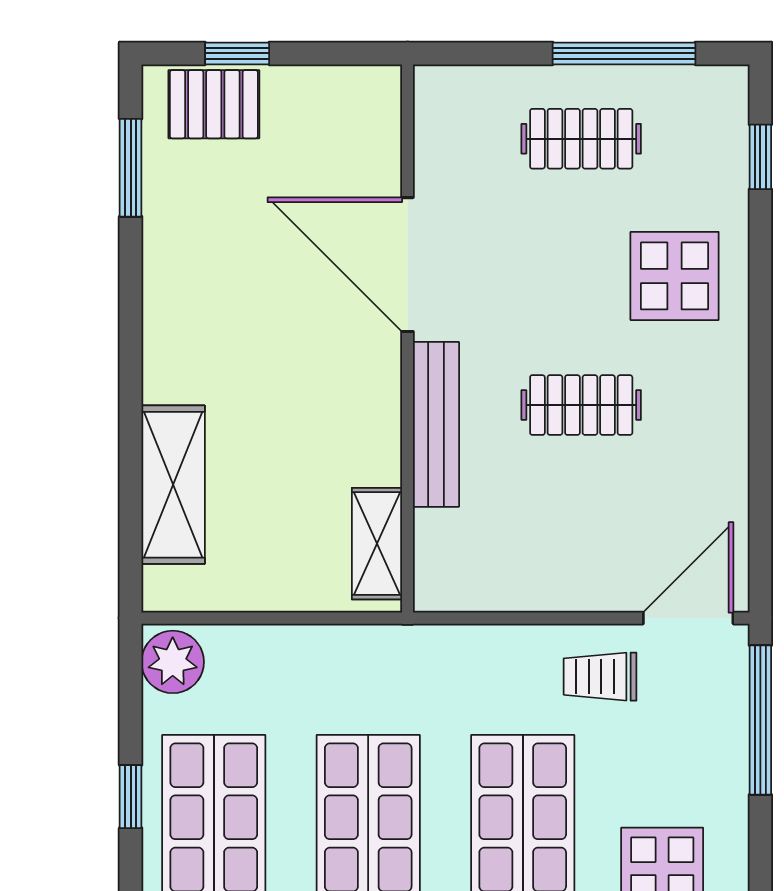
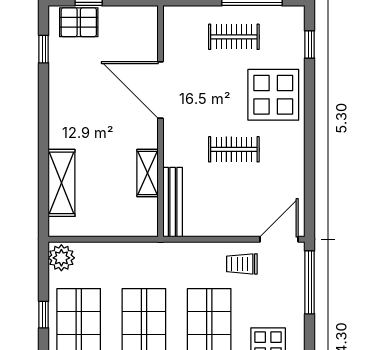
window: (131, 168) -> (44, 49), width x0.67
display table: (675, 276) -> (273, 95), width x1.36, depth x1.36
bench: (436, 424) -> (173, 202), moved
shelving: (377, 544) -> (148, 173), moved

